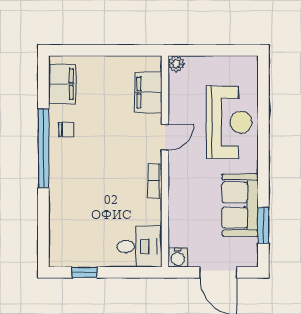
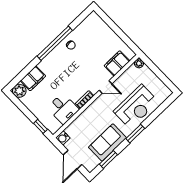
filing cabinet: (62, 84) -> (33, 78), moved
window: (263, 157) -> (135, 134), added
desk: (140, 247) -> (63, 109), moved
plant: (61, 255) -> (19, 91), added
window: (84, 272) -> (40, 126), moved

